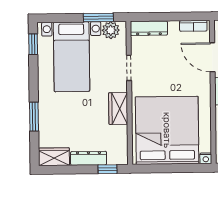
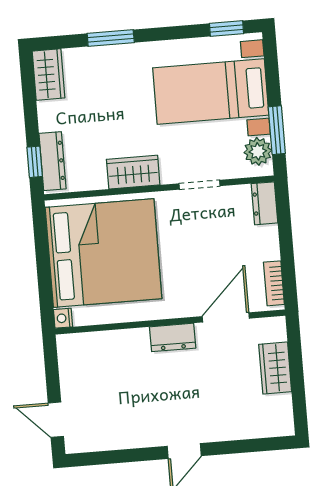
dresser: (149, 28) -> (265, 203), width x0.70
dresser: (89, 158) -> (53, 161), moved

